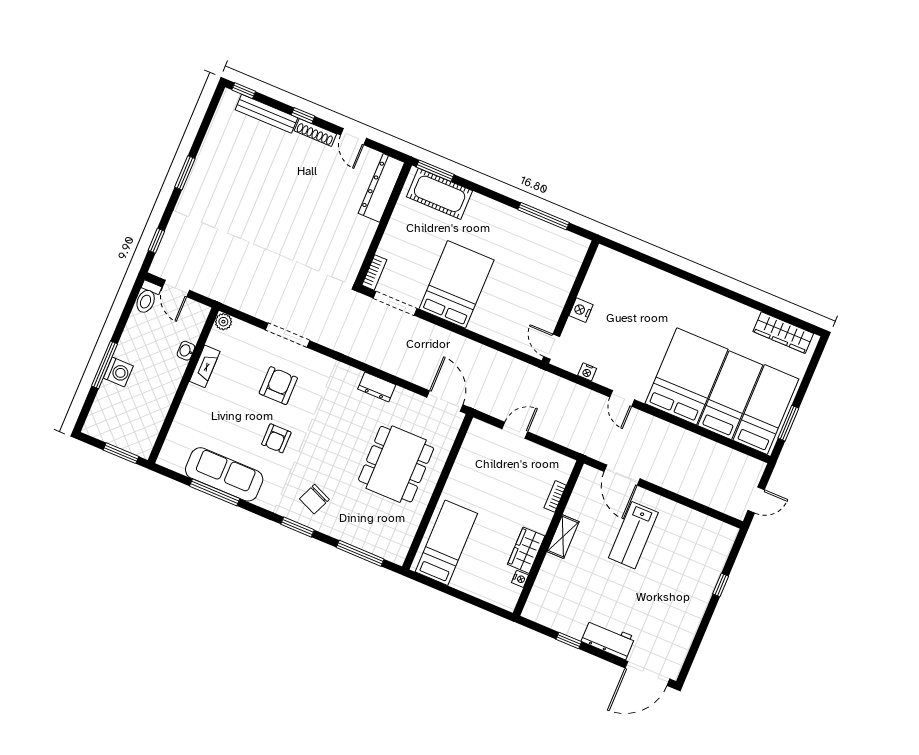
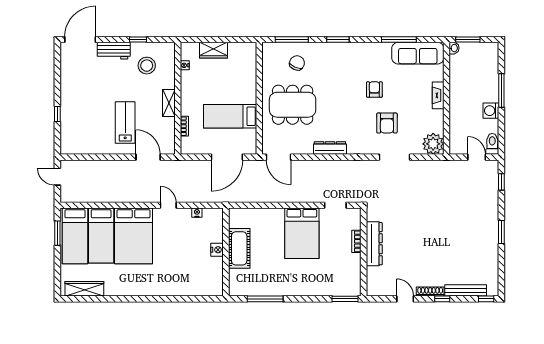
dresser: (381, 188) -> (374, 244), moved
cot: (440, 194) -> (239, 248), moved, turned 90
bookcase: (374, 272) -> (356, 241), moved
doorway: (395, 303) -> (335, 205), width x0.73
plant: (223, 322) -> (433, 144), width x1.88, depth x1.88
door: (552, 347) -> (226, 219), removed
washbasin: (186, 351) -> (454, 48), moved
fireplace: (205, 366) -> (438, 95), moved
washing machine: (118, 372) -> (491, 111), moved
dresser: (377, 387) -> (330, 148), width x1.44
door: (515, 430) -> (227, 157), width x1.87
dining table: (396, 464) -> (293, 105), turned 90
sofa: (224, 474) -> (418, 53), moved
chair: (314, 499) -> (297, 63), moved
door: (756, 500) -> (57, 177), hinge flipped
bed: (446, 543) -> (230, 116), moved, turned 90
wardrobe: (526, 550) -> (214, 50), moved, turned 90
stool: (572, 600) -> (147, 66), added

